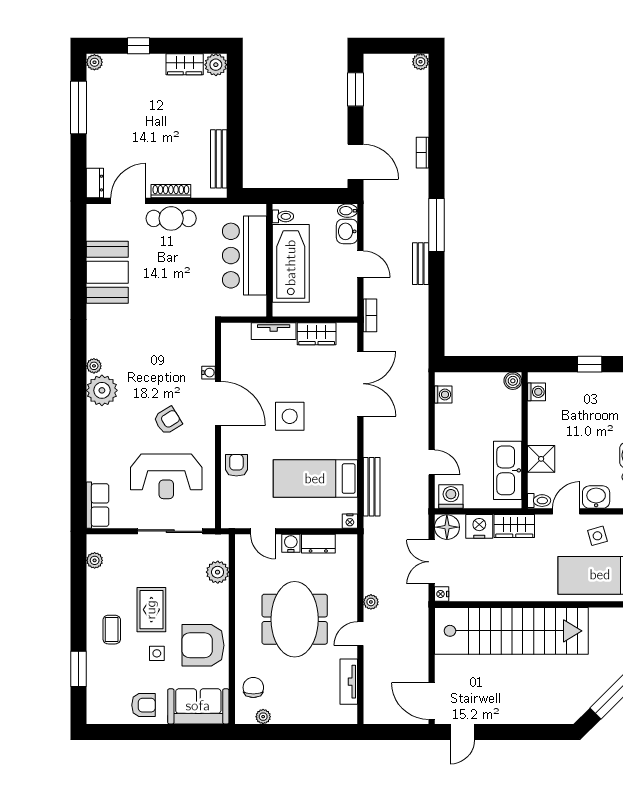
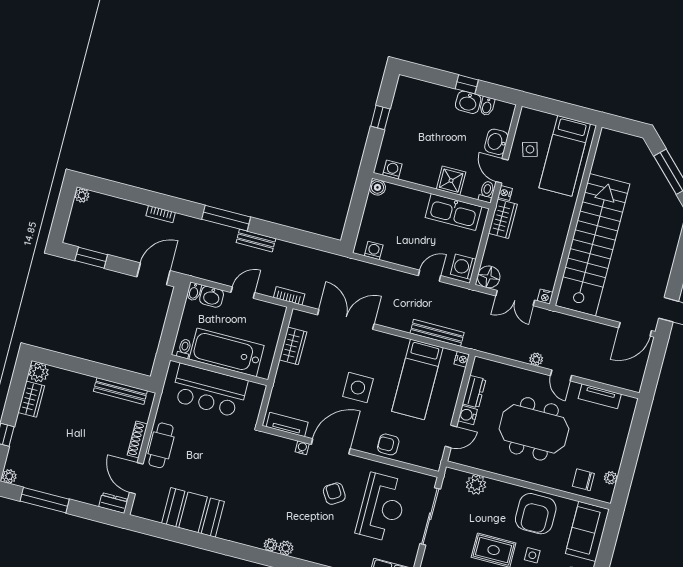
tv unit: (274, 331) -> (287, 425), moved, turned -90
plant: (102, 390) -> (286, 548), width x0.53, depth x0.53
nightstand: (479, 526) -> (505, 193), moved, width x0.53, depth x0.56

